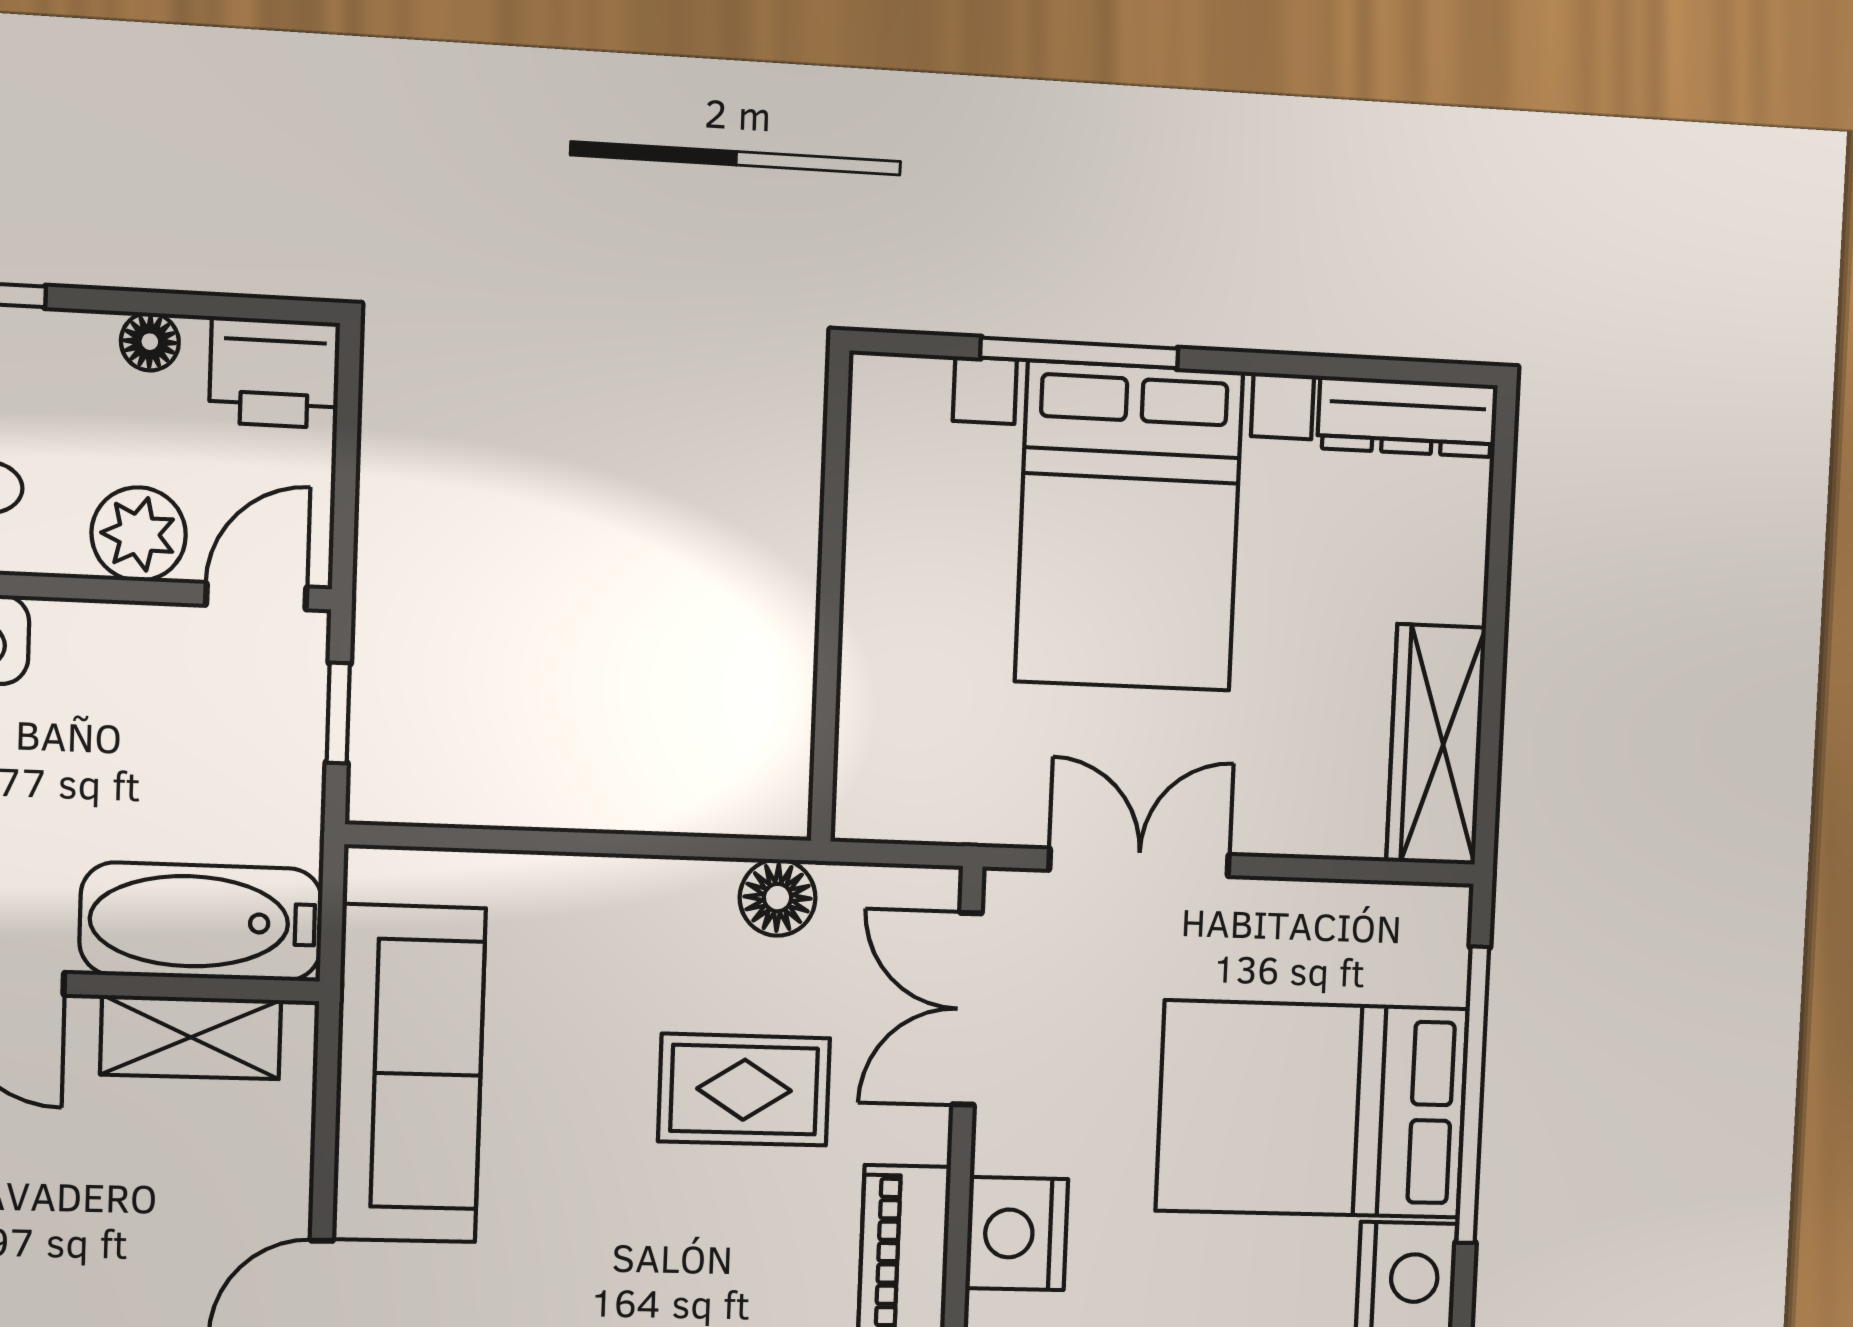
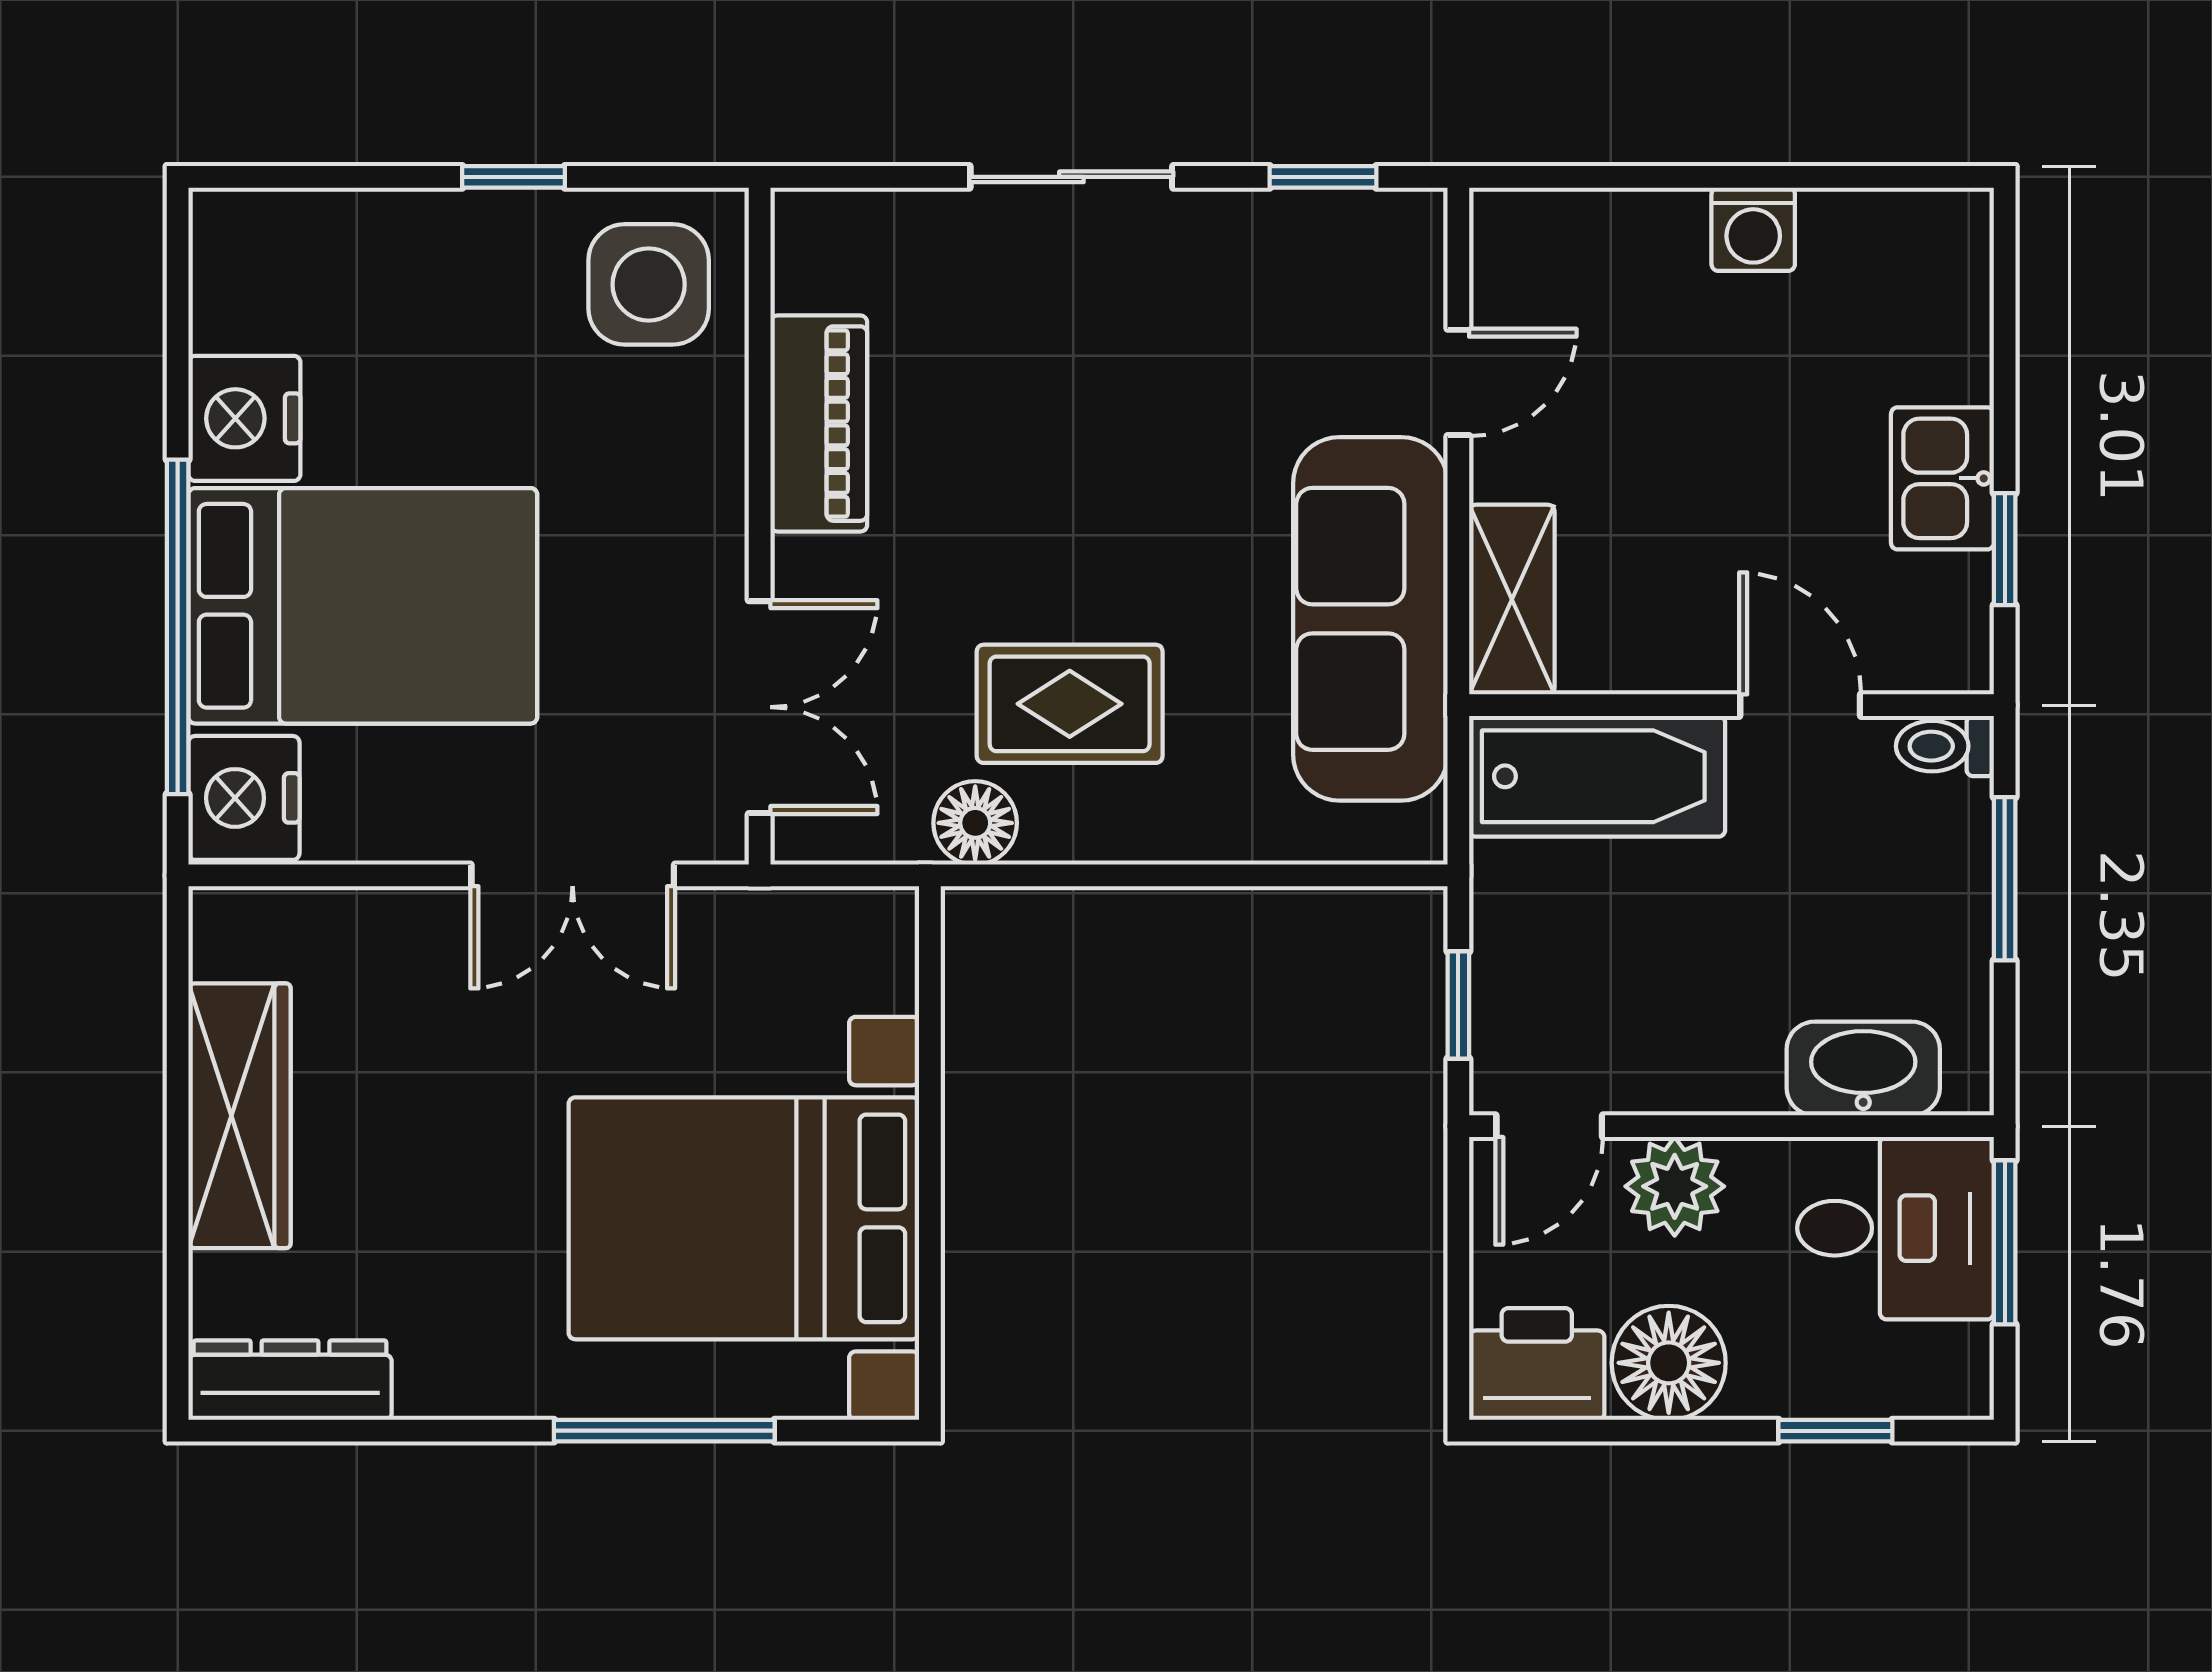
floor lamp: (150, 342) -> (1669, 1363), width x1.89, depth x1.89
bed with nightstands: (1129, 526) -> (744, 1218), moved, turned -90
wardrobe: (1436, 745) -> (239, 1116), moved
shelving: (191, 1037) -> (1512, 600), moved, turned 90
rug: (744, 1090) -> (1070, 704), moved
nightstand: (1017, 1234) -> (244, 798), moved, turned 180

